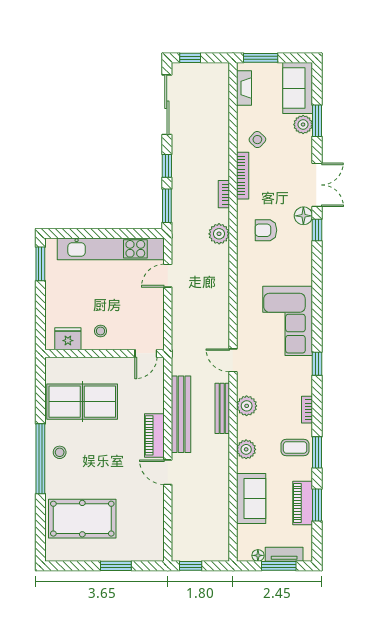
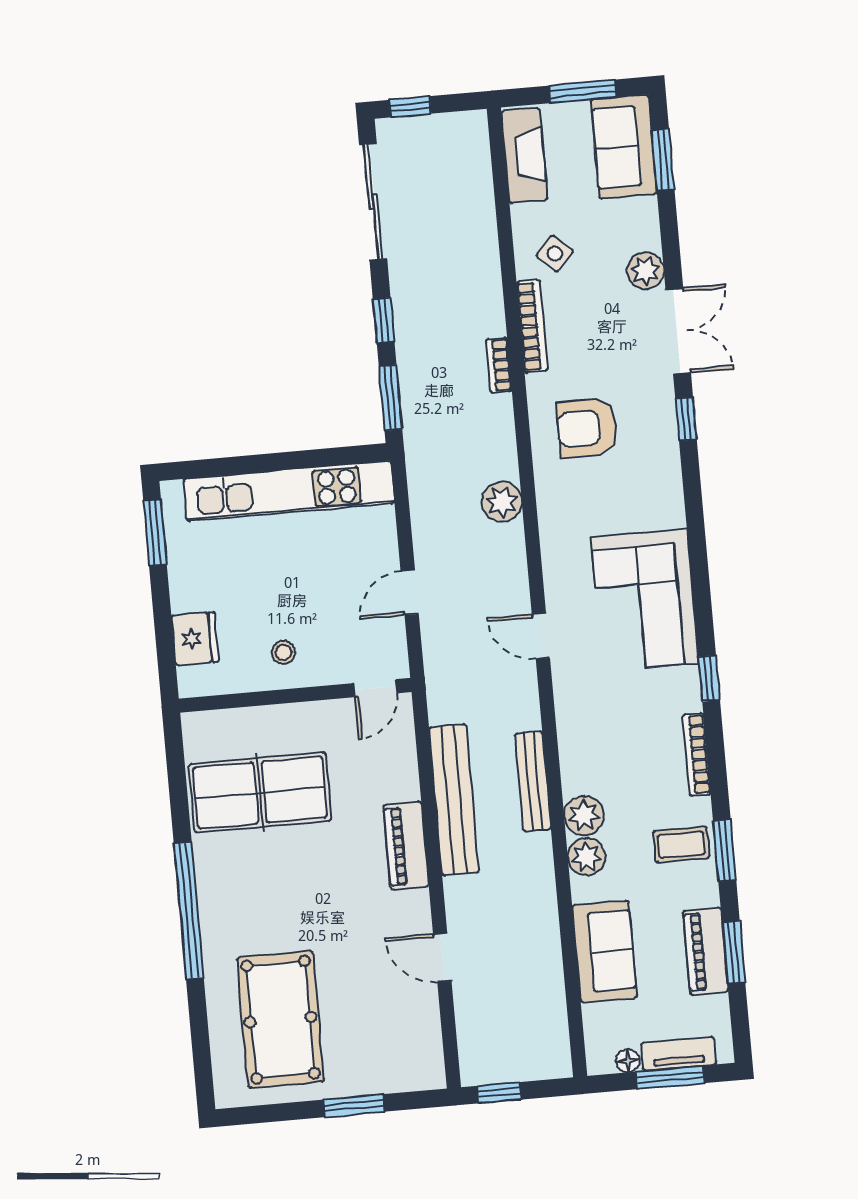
window: (261, 58) -> (583, 91), moved
fireplace: (244, 88) -> (524, 155), width x1.37, depth x1.32
window: (317, 121) -> (663, 160), moved
plant: (303, 124) -> (646, 271), moved
floor lamp: (303, 216) -> (657, 394), removed
armchair: (266, 230) -> (587, 428), width x1.38, depth x1.38
plant: (219, 234) -> (502, 502), moved
door: (168, 276) -> (410, 592), moved
fridge: (68, 339) -> (195, 639), moved, turned 90
door: (233, 360) -> (541, 636), moved
plant: (247, 406) -> (584, 816), moved
bookcase: (307, 410) -> (697, 754), width x1.56
stool: (60, 452) -> (225, 895), removed
door: (168, 472) -> (442, 957), moved
pool table: (82, 519) -> (281, 1020), turned 90

